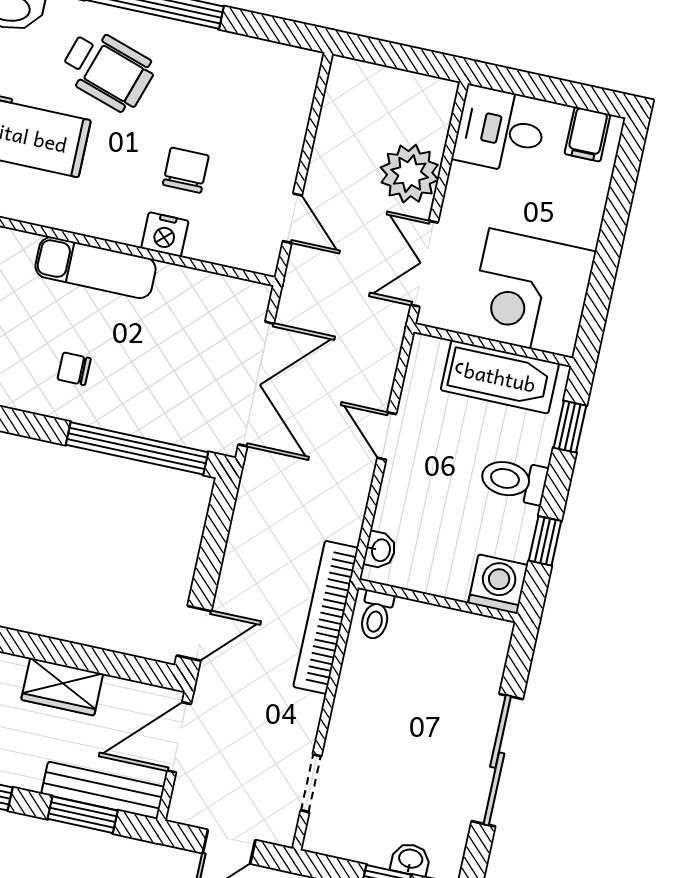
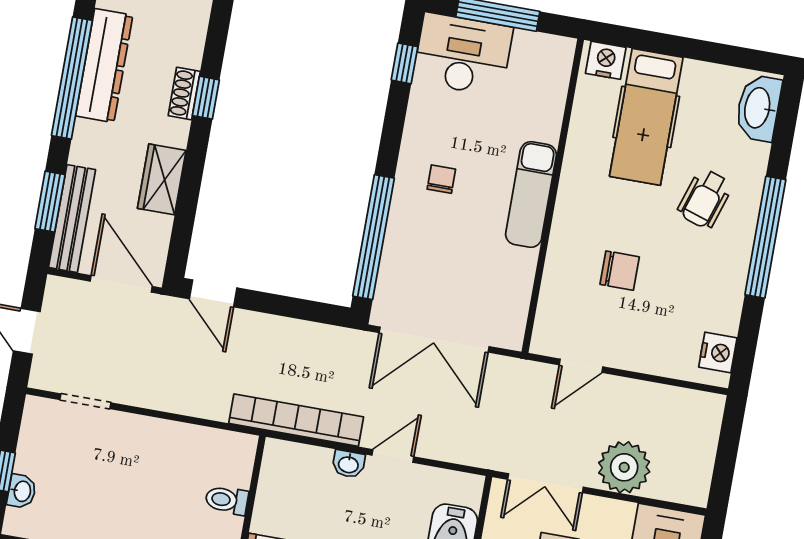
wheelchair: (108, 70) -> (705, 199), width x0.73, depth x0.73
nightstand: (165, 234) -> (718, 353), moved, turned 180
double door: (424, 264) -> (545, 483), swing flipped
washbasin: (380, 550) -> (348, 464), moved
toilet: (376, 615) -> (227, 500), moved
bookcase: (326, 617) -> (296, 420), moved

